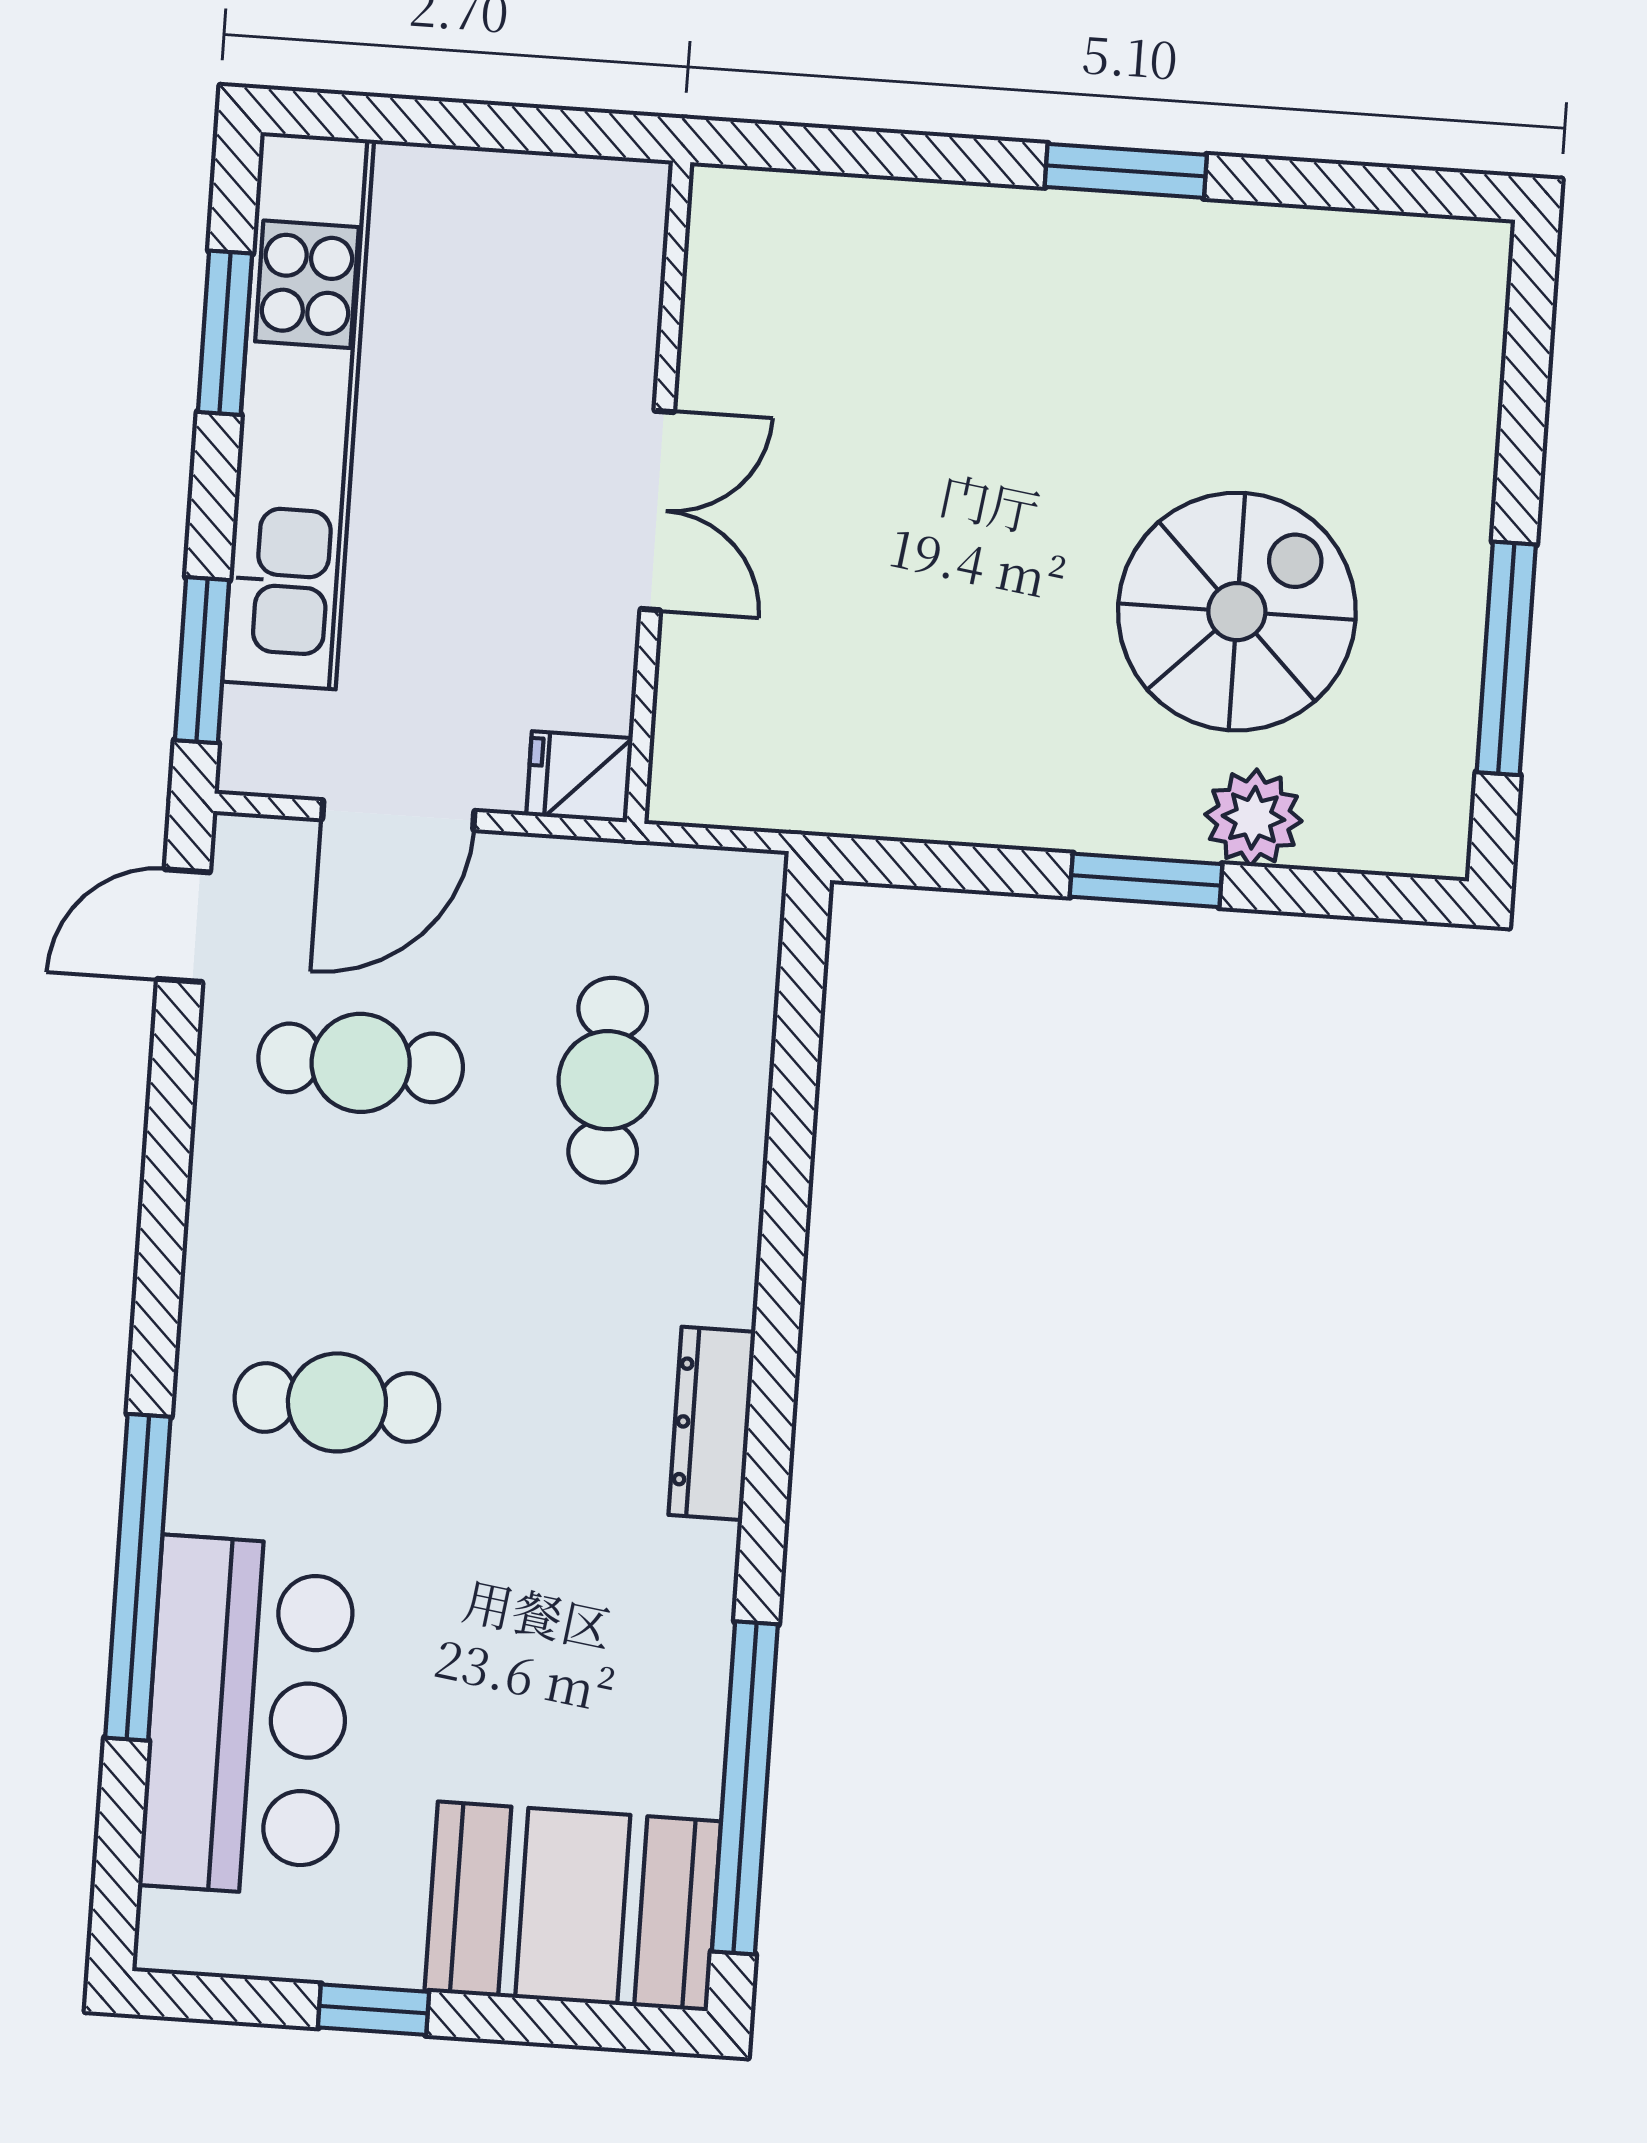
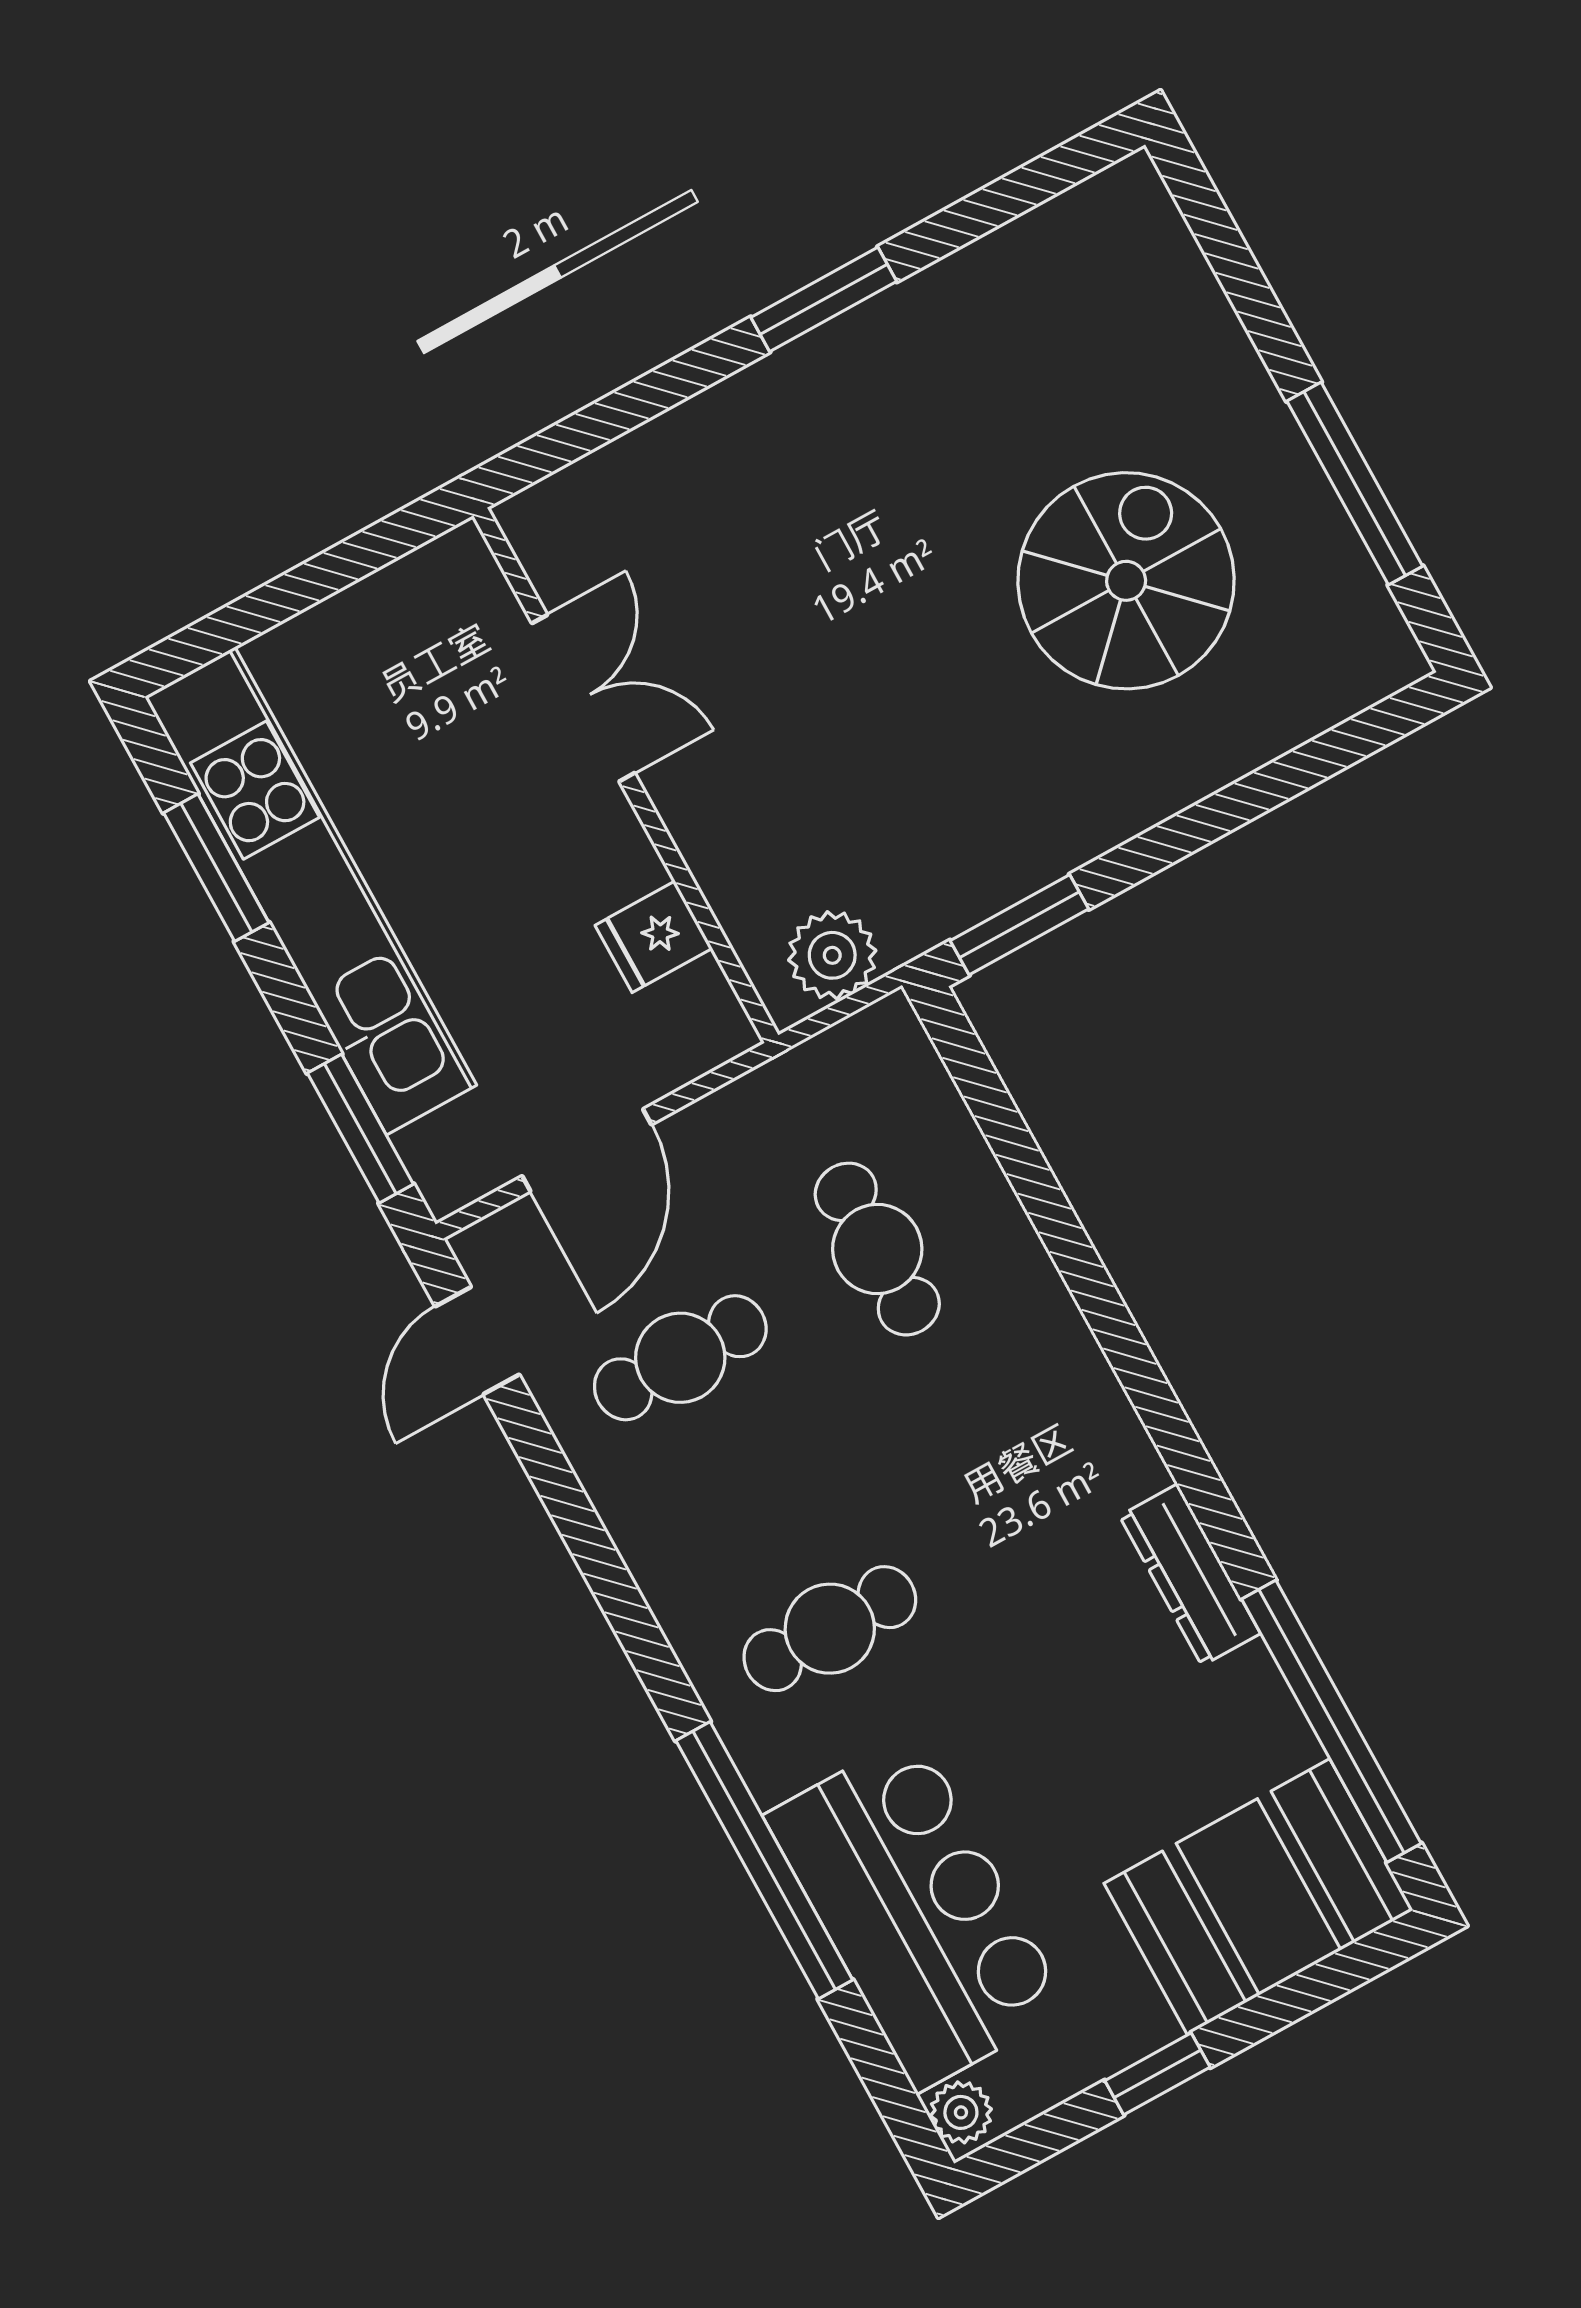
double door: (657, 511) -> (583, 698), moved
fridge: (579, 777) -> (654, 937), moved
plant: (1253, 818) -> (832, 955), moved
window: (1146, 880) -> (1019, 925), moved
dresser: (712, 1423) -> (1190, 1575), moved
plant: (169, 1928) -> (961, 2112), added

